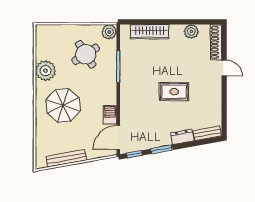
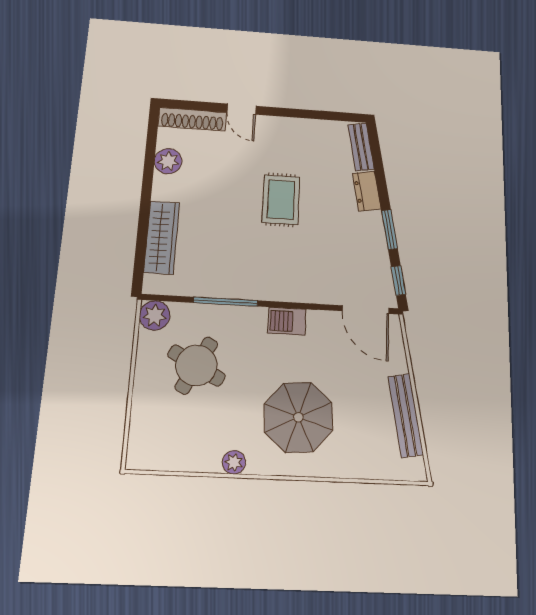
round table: (86, 54) -> (196, 365), turned -30
door: (224, 68) -> (242, 109), swing flipped
plant: (46, 71) -> (234, 462), width x0.53, depth x0.53
barbecue: (110, 115) -> (287, 321), moved

